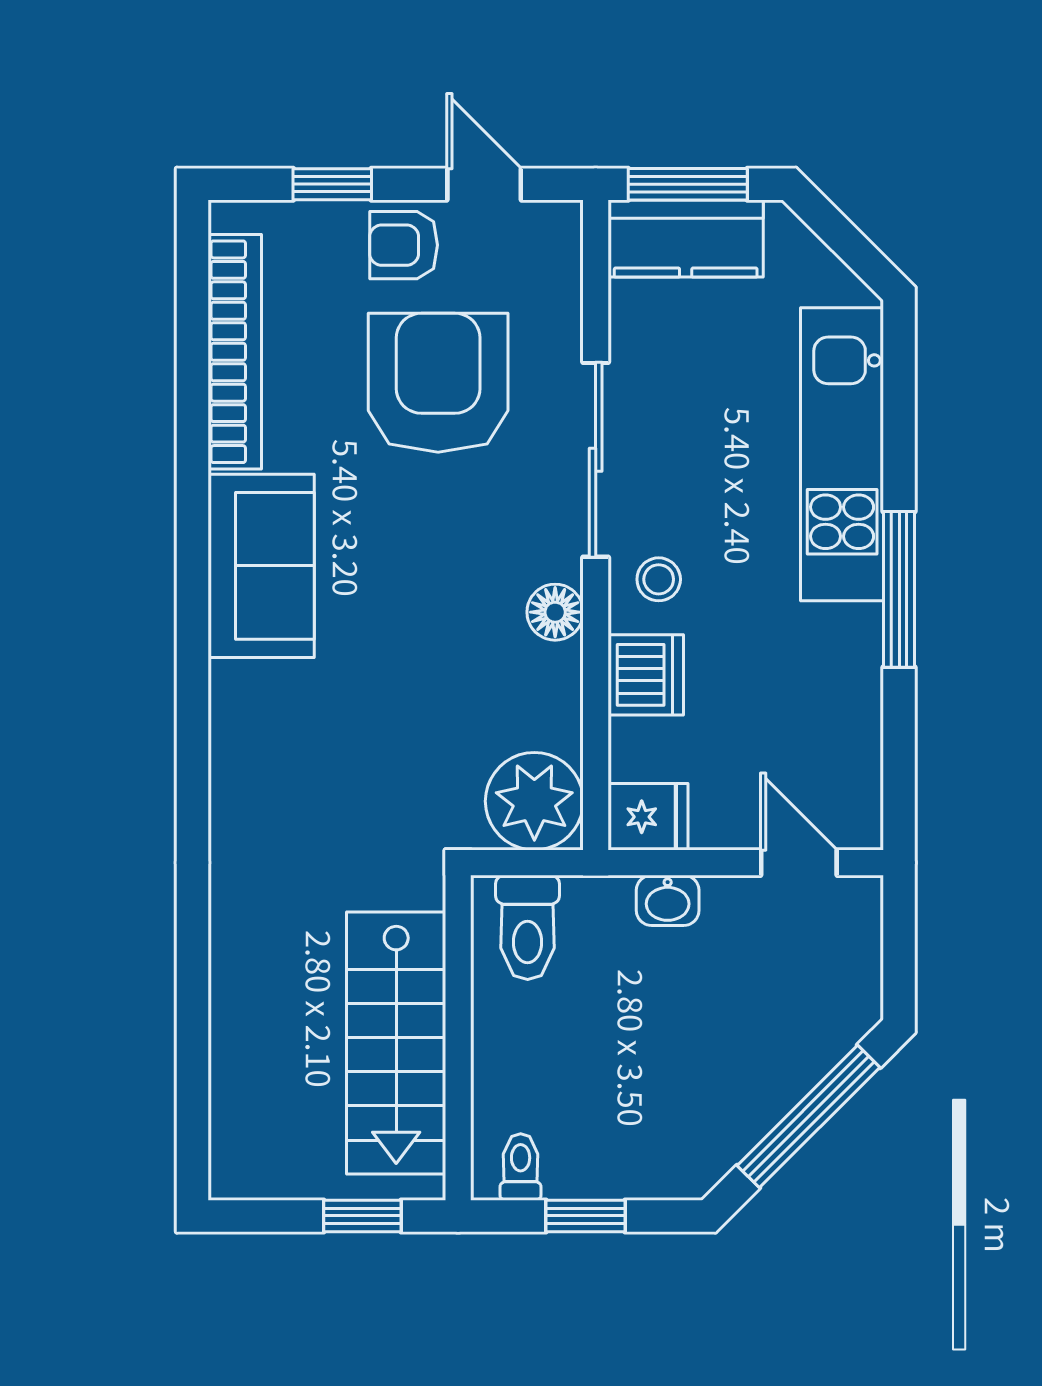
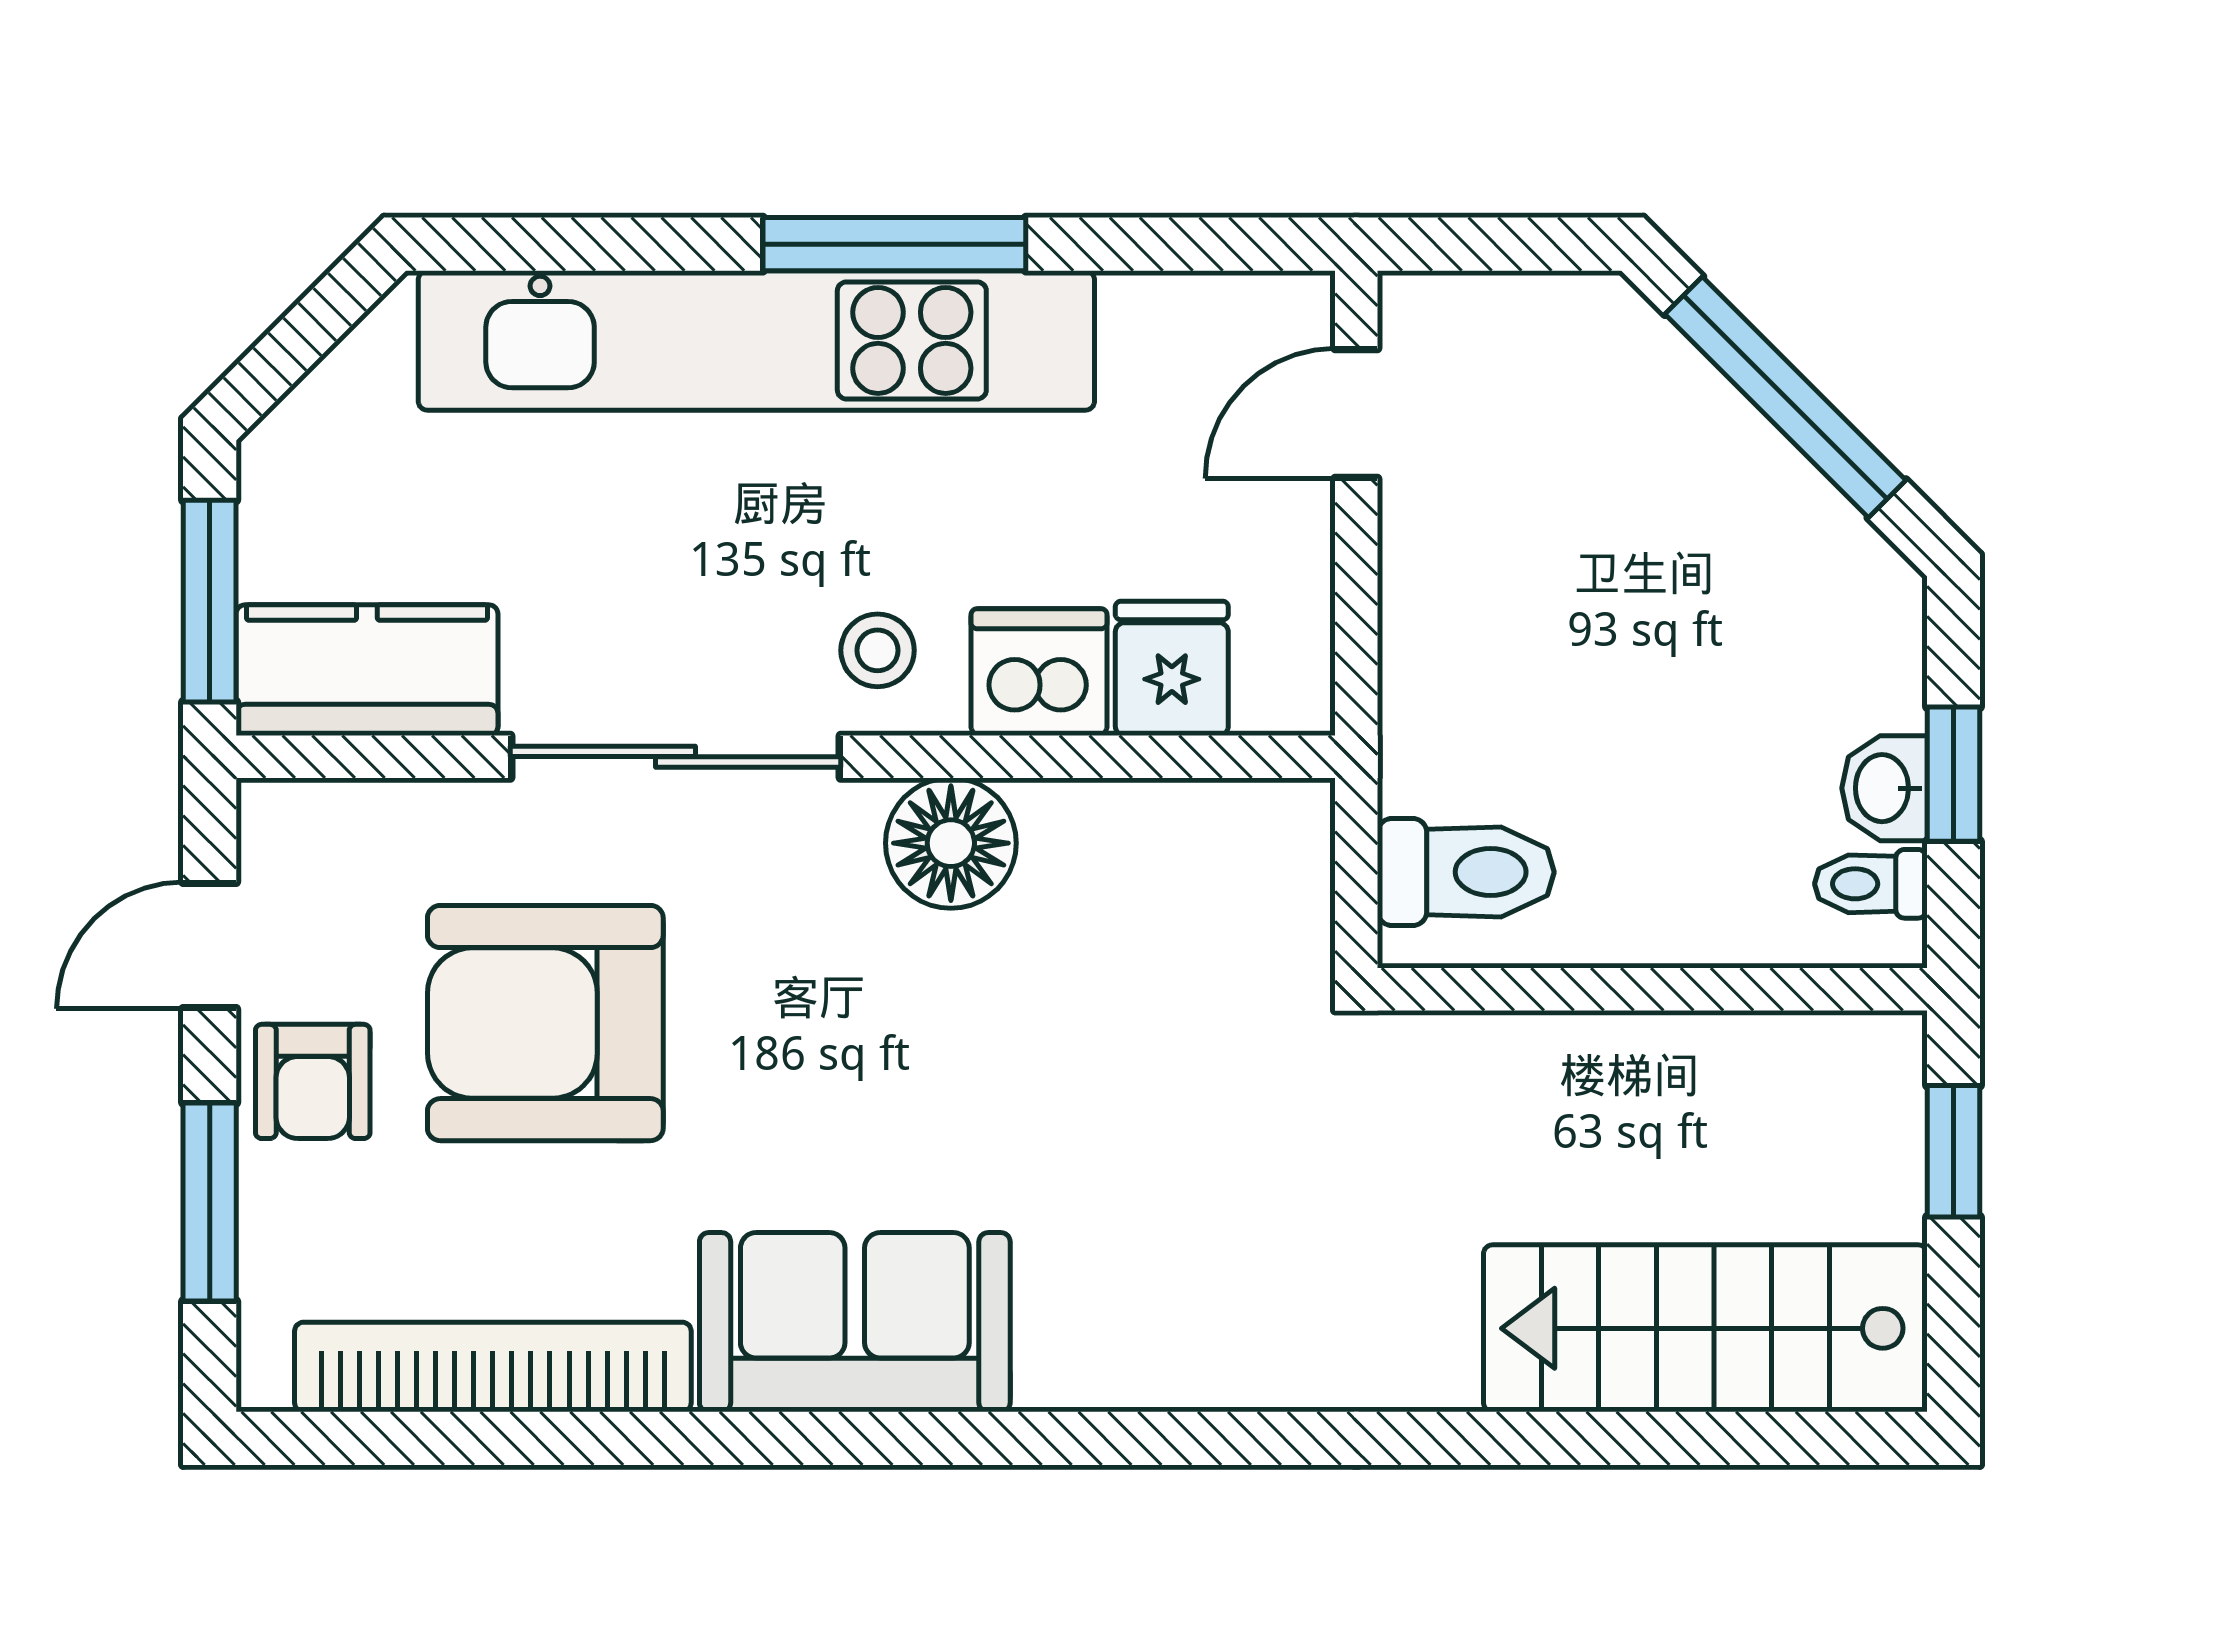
window: (332, 184) -> (210, 1202), width x1.50
kitchen counter: (686, 238) -> (367, 670), moved, turned -90
kitchen unit: (842, 454) -> (756, 340), width x1.36
floor lamp: (555, 612) -> (951, 843), width x1.38, depth x1.38
plant: (534, 801) -> (1253, 860), removed
fridge: (648, 817) -> (1172, 668), moved
washbasin: (668, 900) -> (1884, 788), moved, turned 180
stairs: (396, 1043) -> (1705, 1328), moved, turned 180

